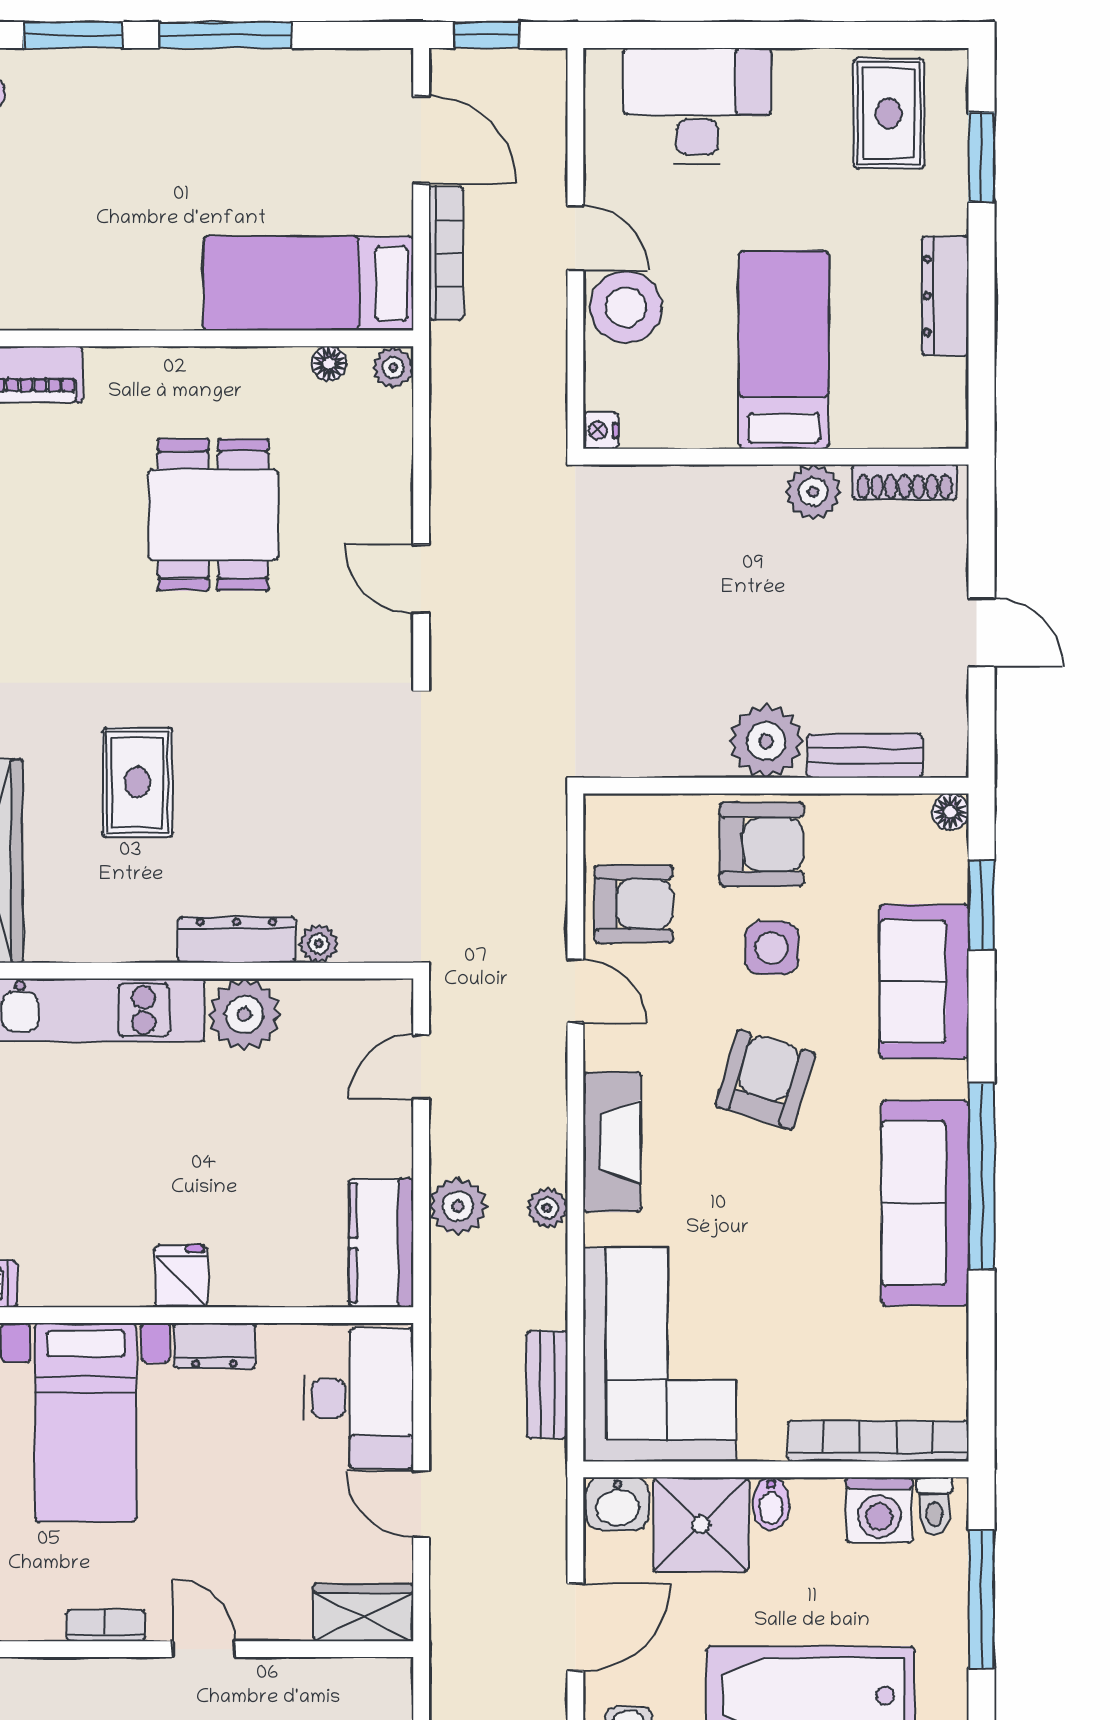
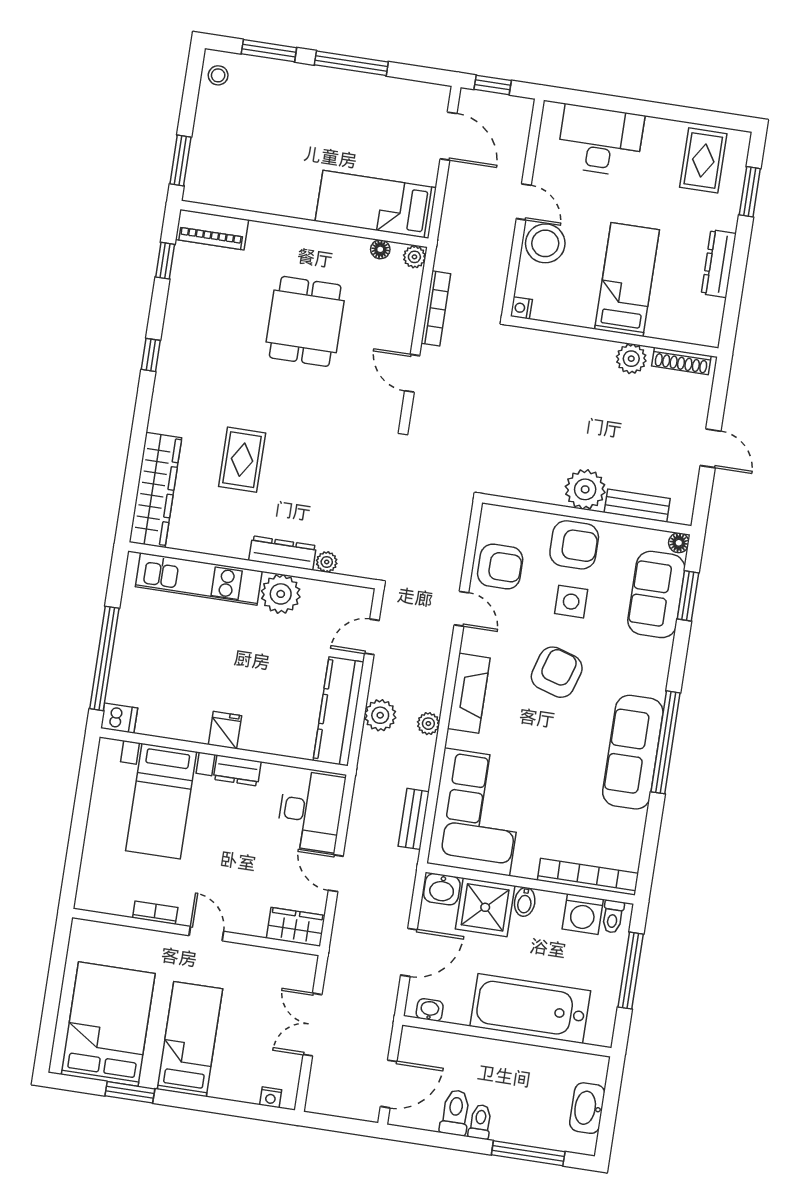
bookcase: (446, 253) -> (436, 308), moved
sofa: (924, 981) -> (656, 594), moved
kitchen counter: (381, 1243) -> (338, 711), width x1.50

